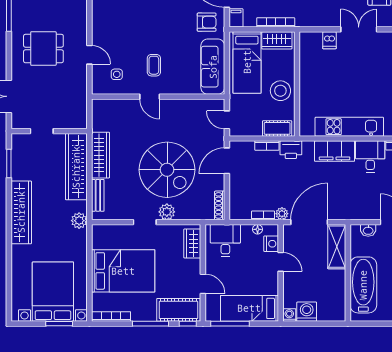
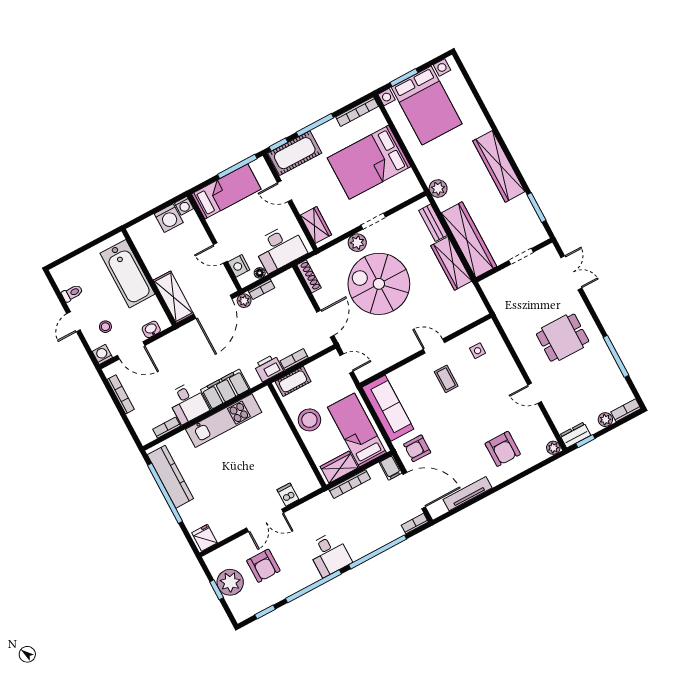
door: (89, 55) -> (535, 393), moved
desk: (225, 240) -> (280, 248), width x1.37

